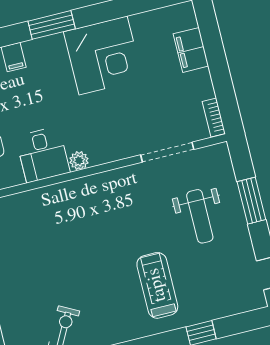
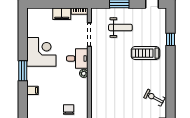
filing cabinet: (191, 50) -> (62, 14), moved
desk: (43, 154) -> (77, 59), moved

